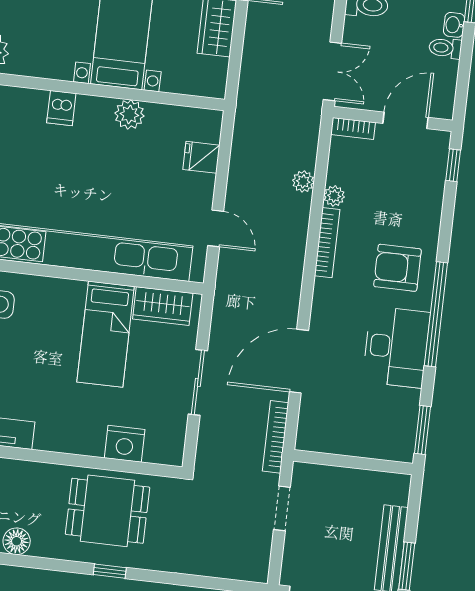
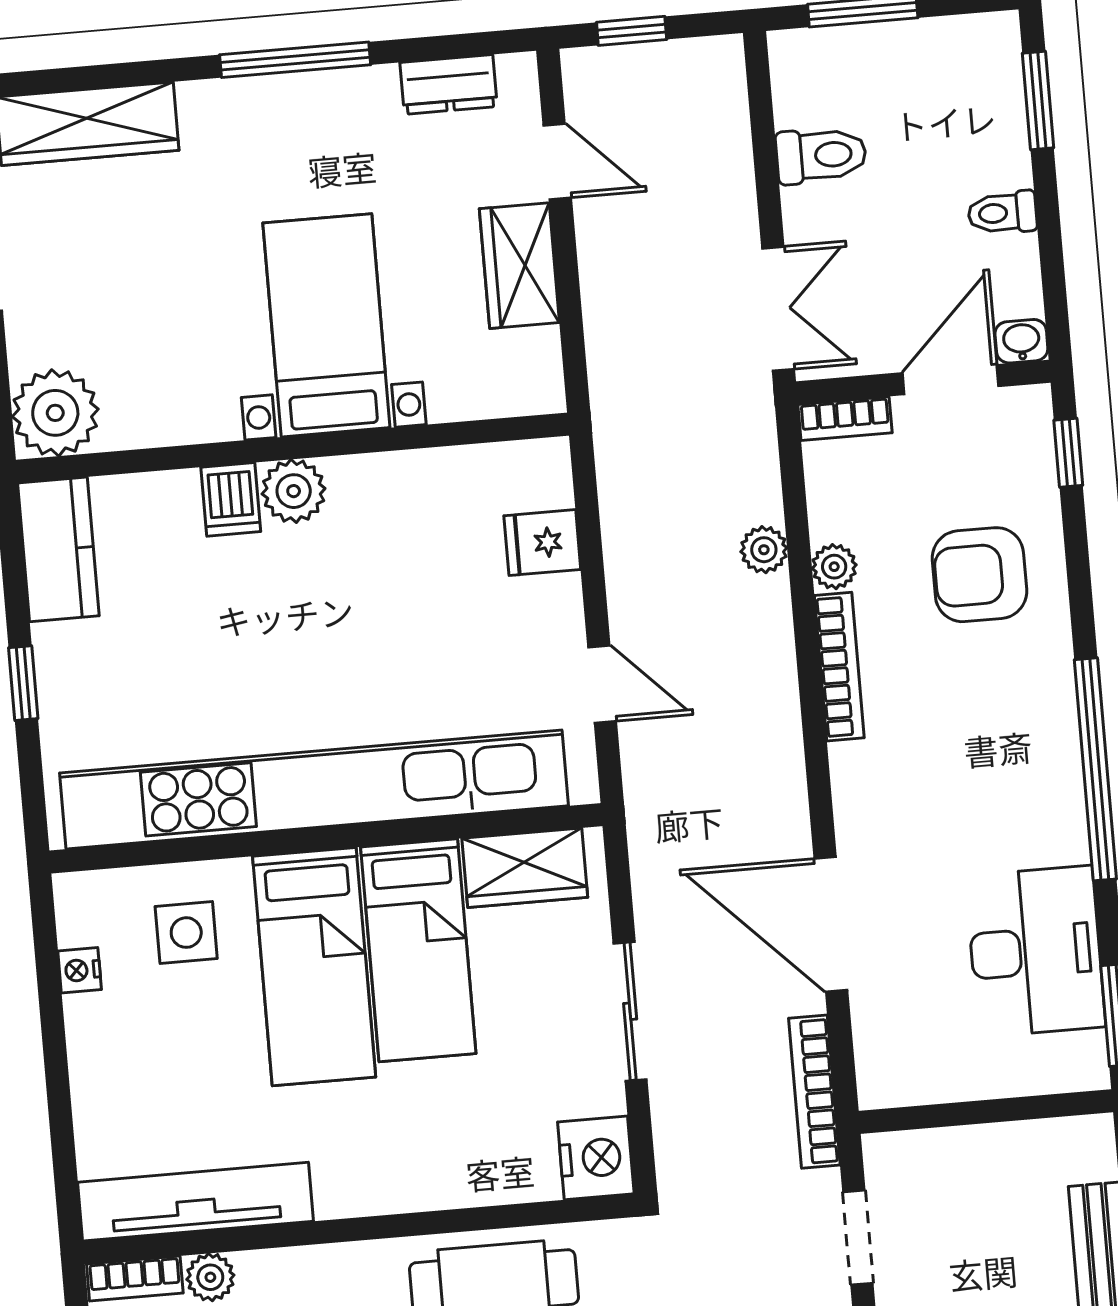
washbasin: (454, 25) -> (1021, 341), moved, turned 90
plant: (129, 115) -> (294, 491), moved
armchair: (397, 268) -> (979, 575), moved
bed: (56, 332) -> (314, 967), added
desk: (396, 347) -> (1035, 951), moved
door: (299, 361) -> (831, 924), hinge flipped
nightstand: (125, 444) -> (596, 1158), moved, turned -90

